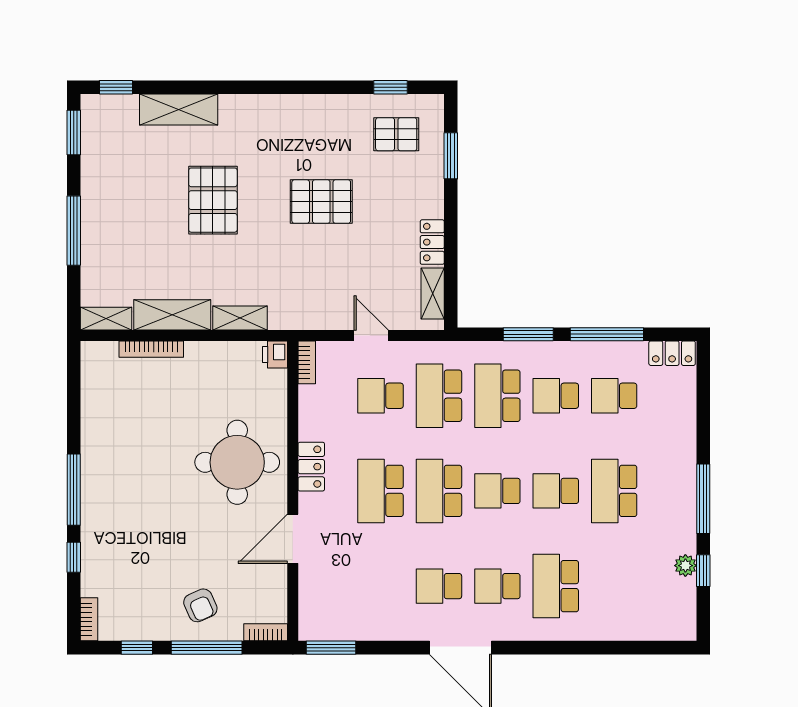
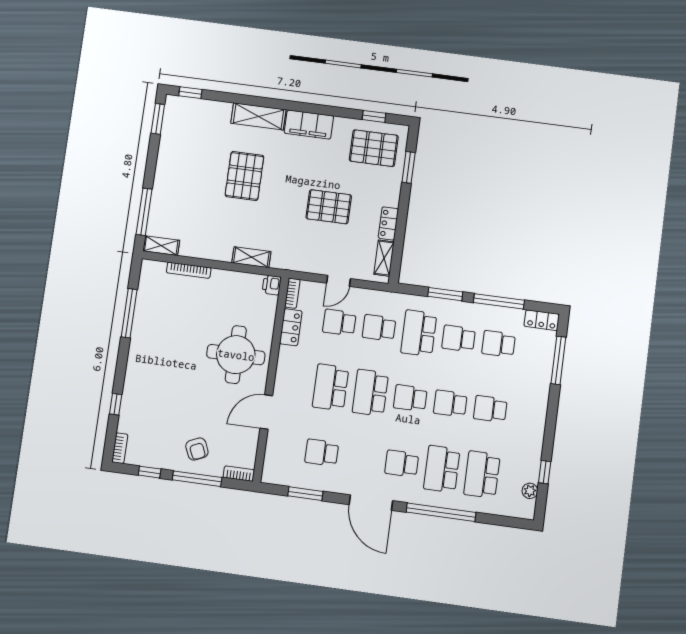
shelving: (179, 109) -> (258, 116), moved
filing cabinet: (297, 112) -> (309, 124), added
pallet: (396, 134) -> (374, 148), width x1.50, depth x1.42
pallet: (321, 202) -> (329, 207), moved
window: (74, 231) -> (144, 212), moved
shelving: (172, 315) -> (206, 249), removed
door: (371, 336) -> (339, 281), swing flipped
school desk: (439, 396) -> (379, 328), width x0.54
locker: (311, 467) -> (291, 327), moved
window: (74, 490) -> (129, 313), moved
school desk: (614, 491) -> (490, 409), width x0.54
window: (703, 499) -> (558, 360), moved
plant: (685, 566) -> (530, 491), moved
school desk: (439, 586) -> (322, 453), moved
school desk: (614, 586) -> (482, 475), added
window: (331, 648) -> (305, 494), moved
window: (563, 648) -> (441, 512), added

